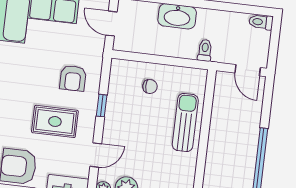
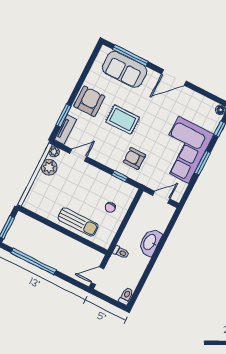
window: (102, 106) -> (120, 176), moved
rug: (55, 121) -> (123, 120), moved, turned 90
door: (96, 155) -> (78, 155), swing flipped

